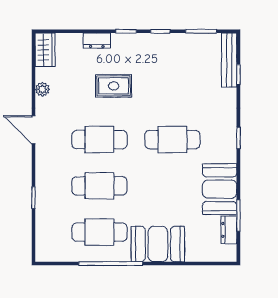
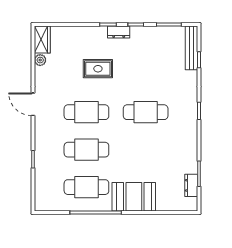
dresser: (97, 41) -> (119, 32), moved
plant: (42, 89) -> (40, 60), moved
booth: (220, 189) -> (184, 152), removed

